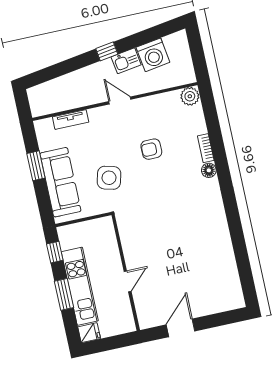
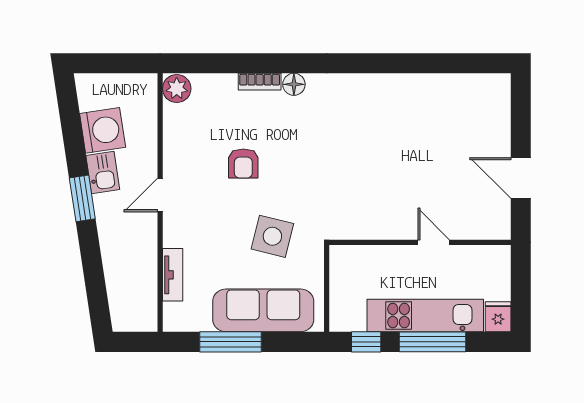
window: (107, 51) -> (82, 198), width x1.50
window: (36, 166) -> (230, 342), width x1.44
window: (64, 294) -> (432, 342), width x1.44

